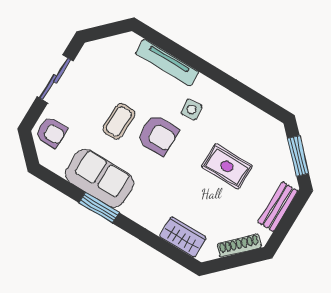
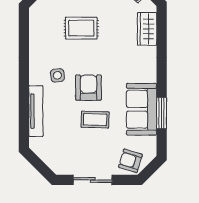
armchair: (51, 132) -> (130, 161), turned -73
rug: (227, 166) -> (81, 28), turned 90
window: (99, 208) -> (162, 113), moved

